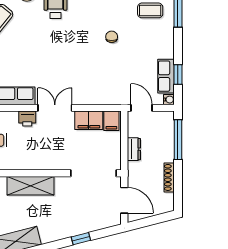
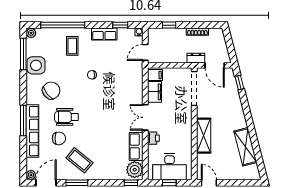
row of seats: (166, 76) -> (104, 34), moved
window: (178, 140) -> (169, 25), width x0.46
dresser: (134, 149) -> (196, 58), moved
door: (124, 200) -> (215, 65), swing flipped
window: (81, 239) -> (239, 83), moved

